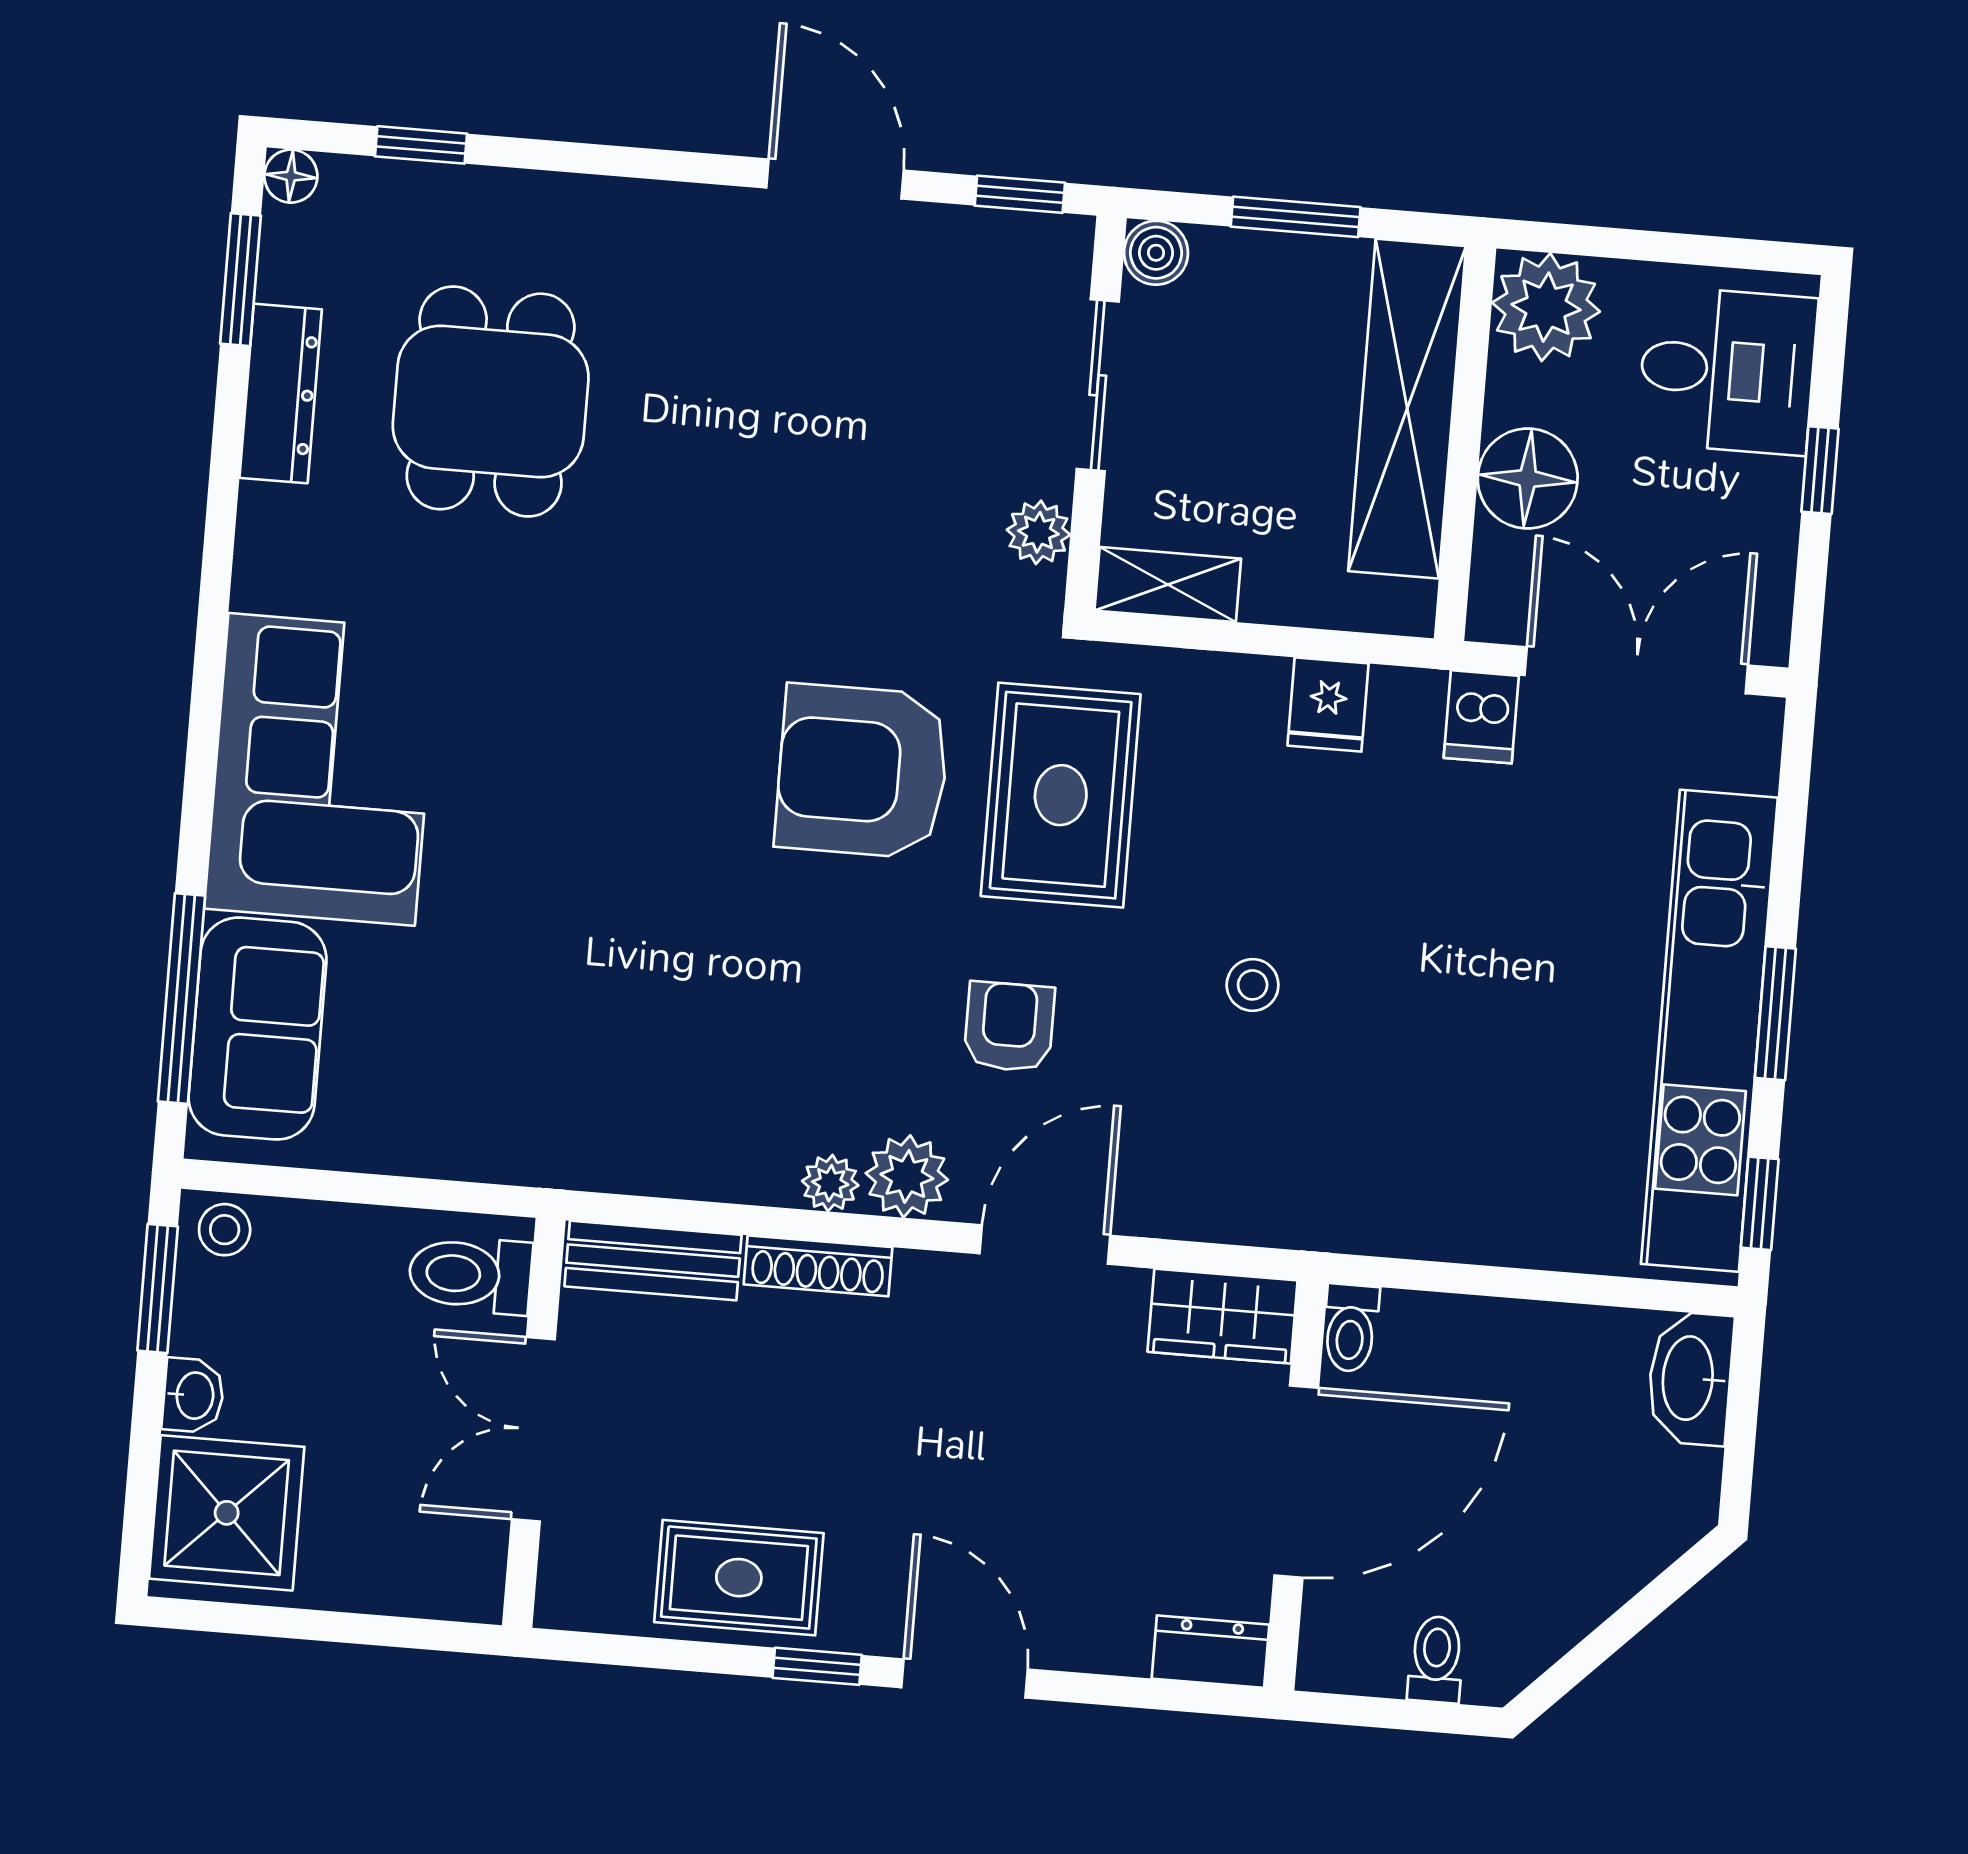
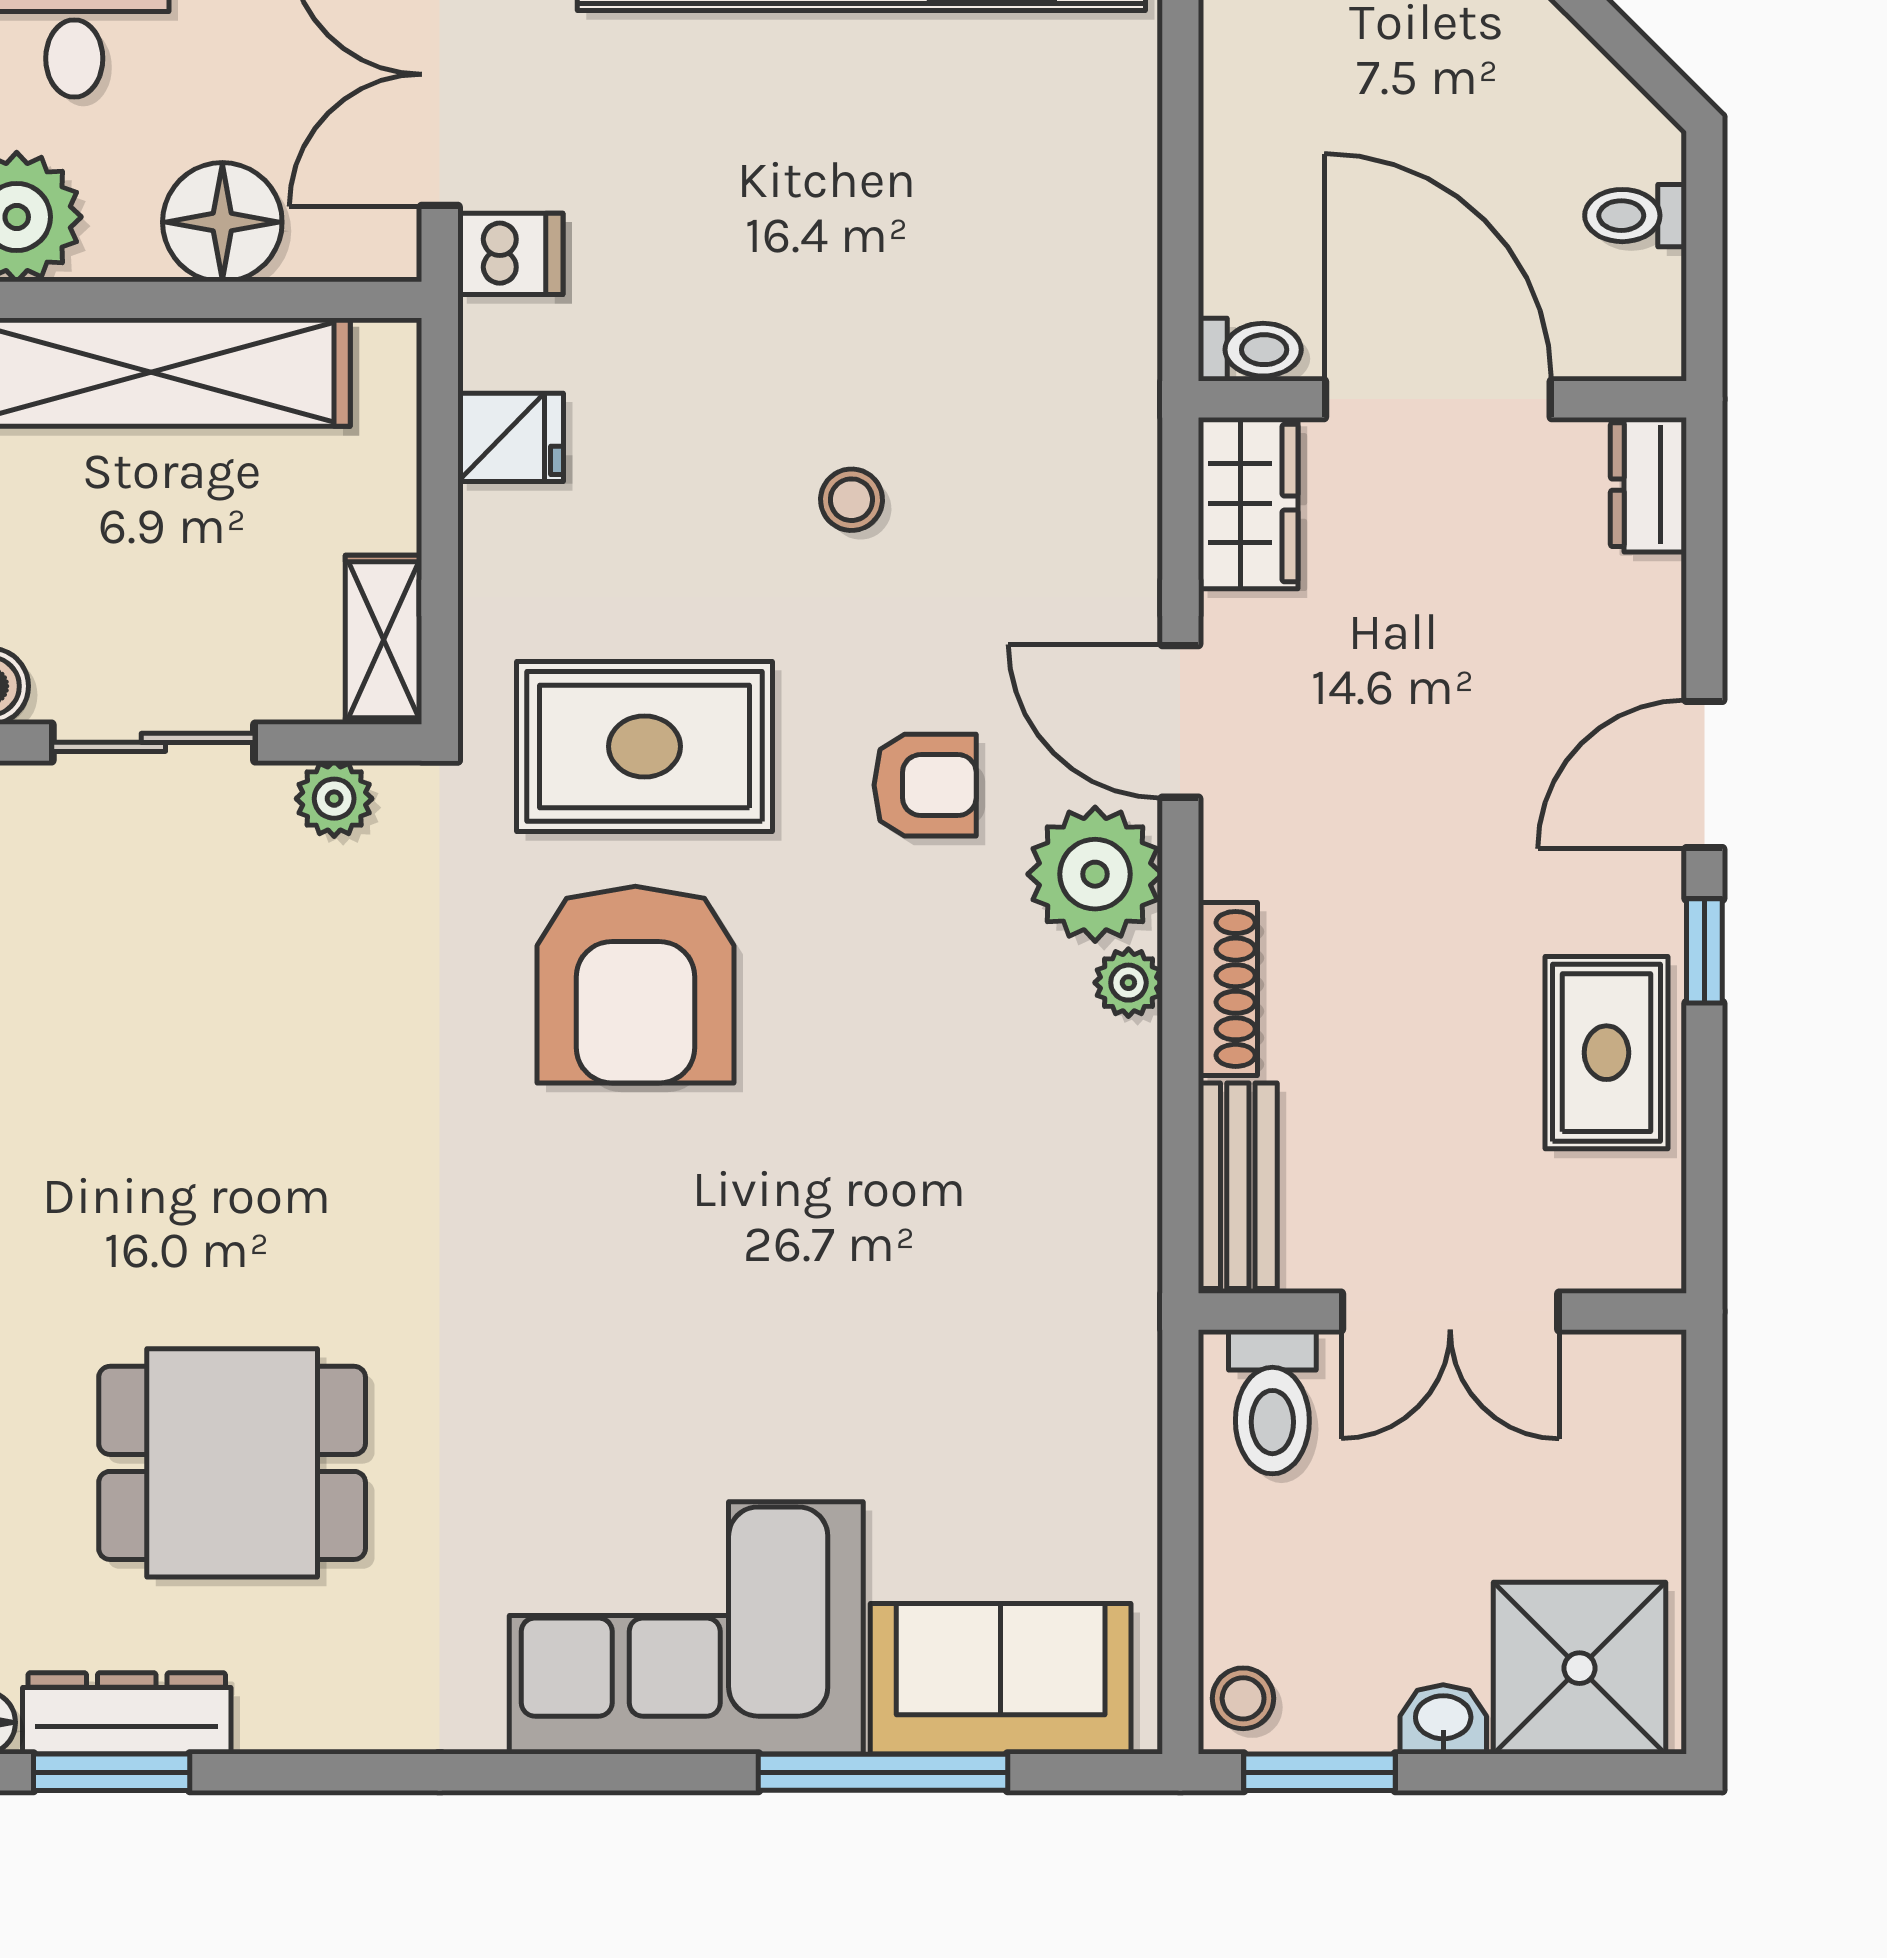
dresser: (281, 394) -> (127, 1713), moved
window: (181, 999) -> (883, 1772), moved
armchair: (1009, 1027) -> (925, 785), turned 180
plant: (907, 1176) -> (1095, 874), width x1.36, depth x1.36

